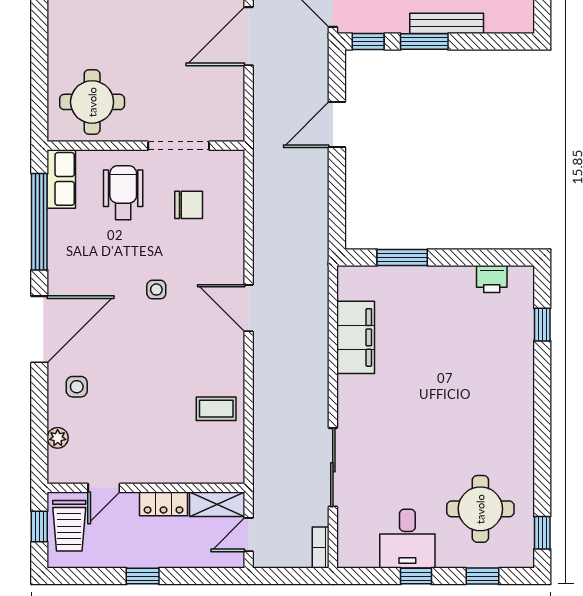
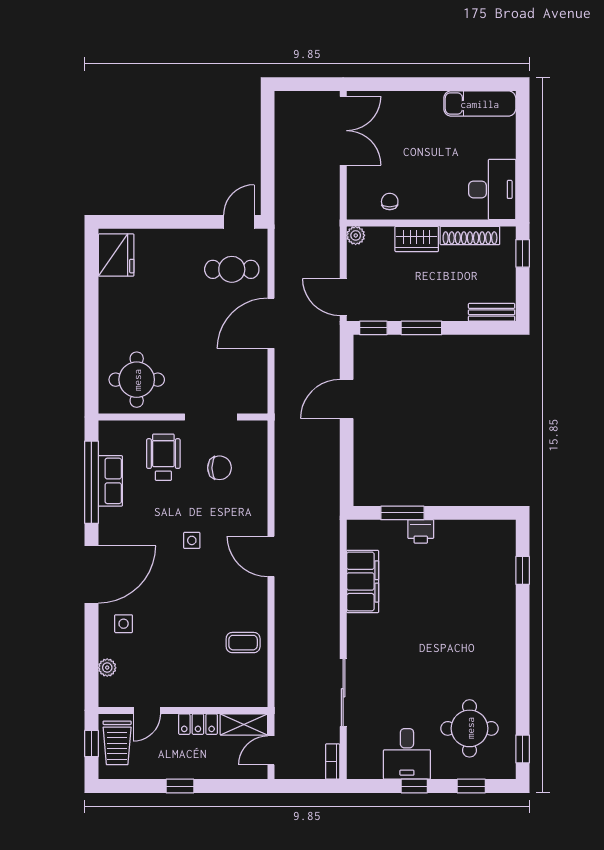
bench: (447, 23) -> (492, 312), moved, width x0.73
row of seats: (61, 179) -> (110, 481), moved
printer: (492, 279) -> (421, 531), moved

